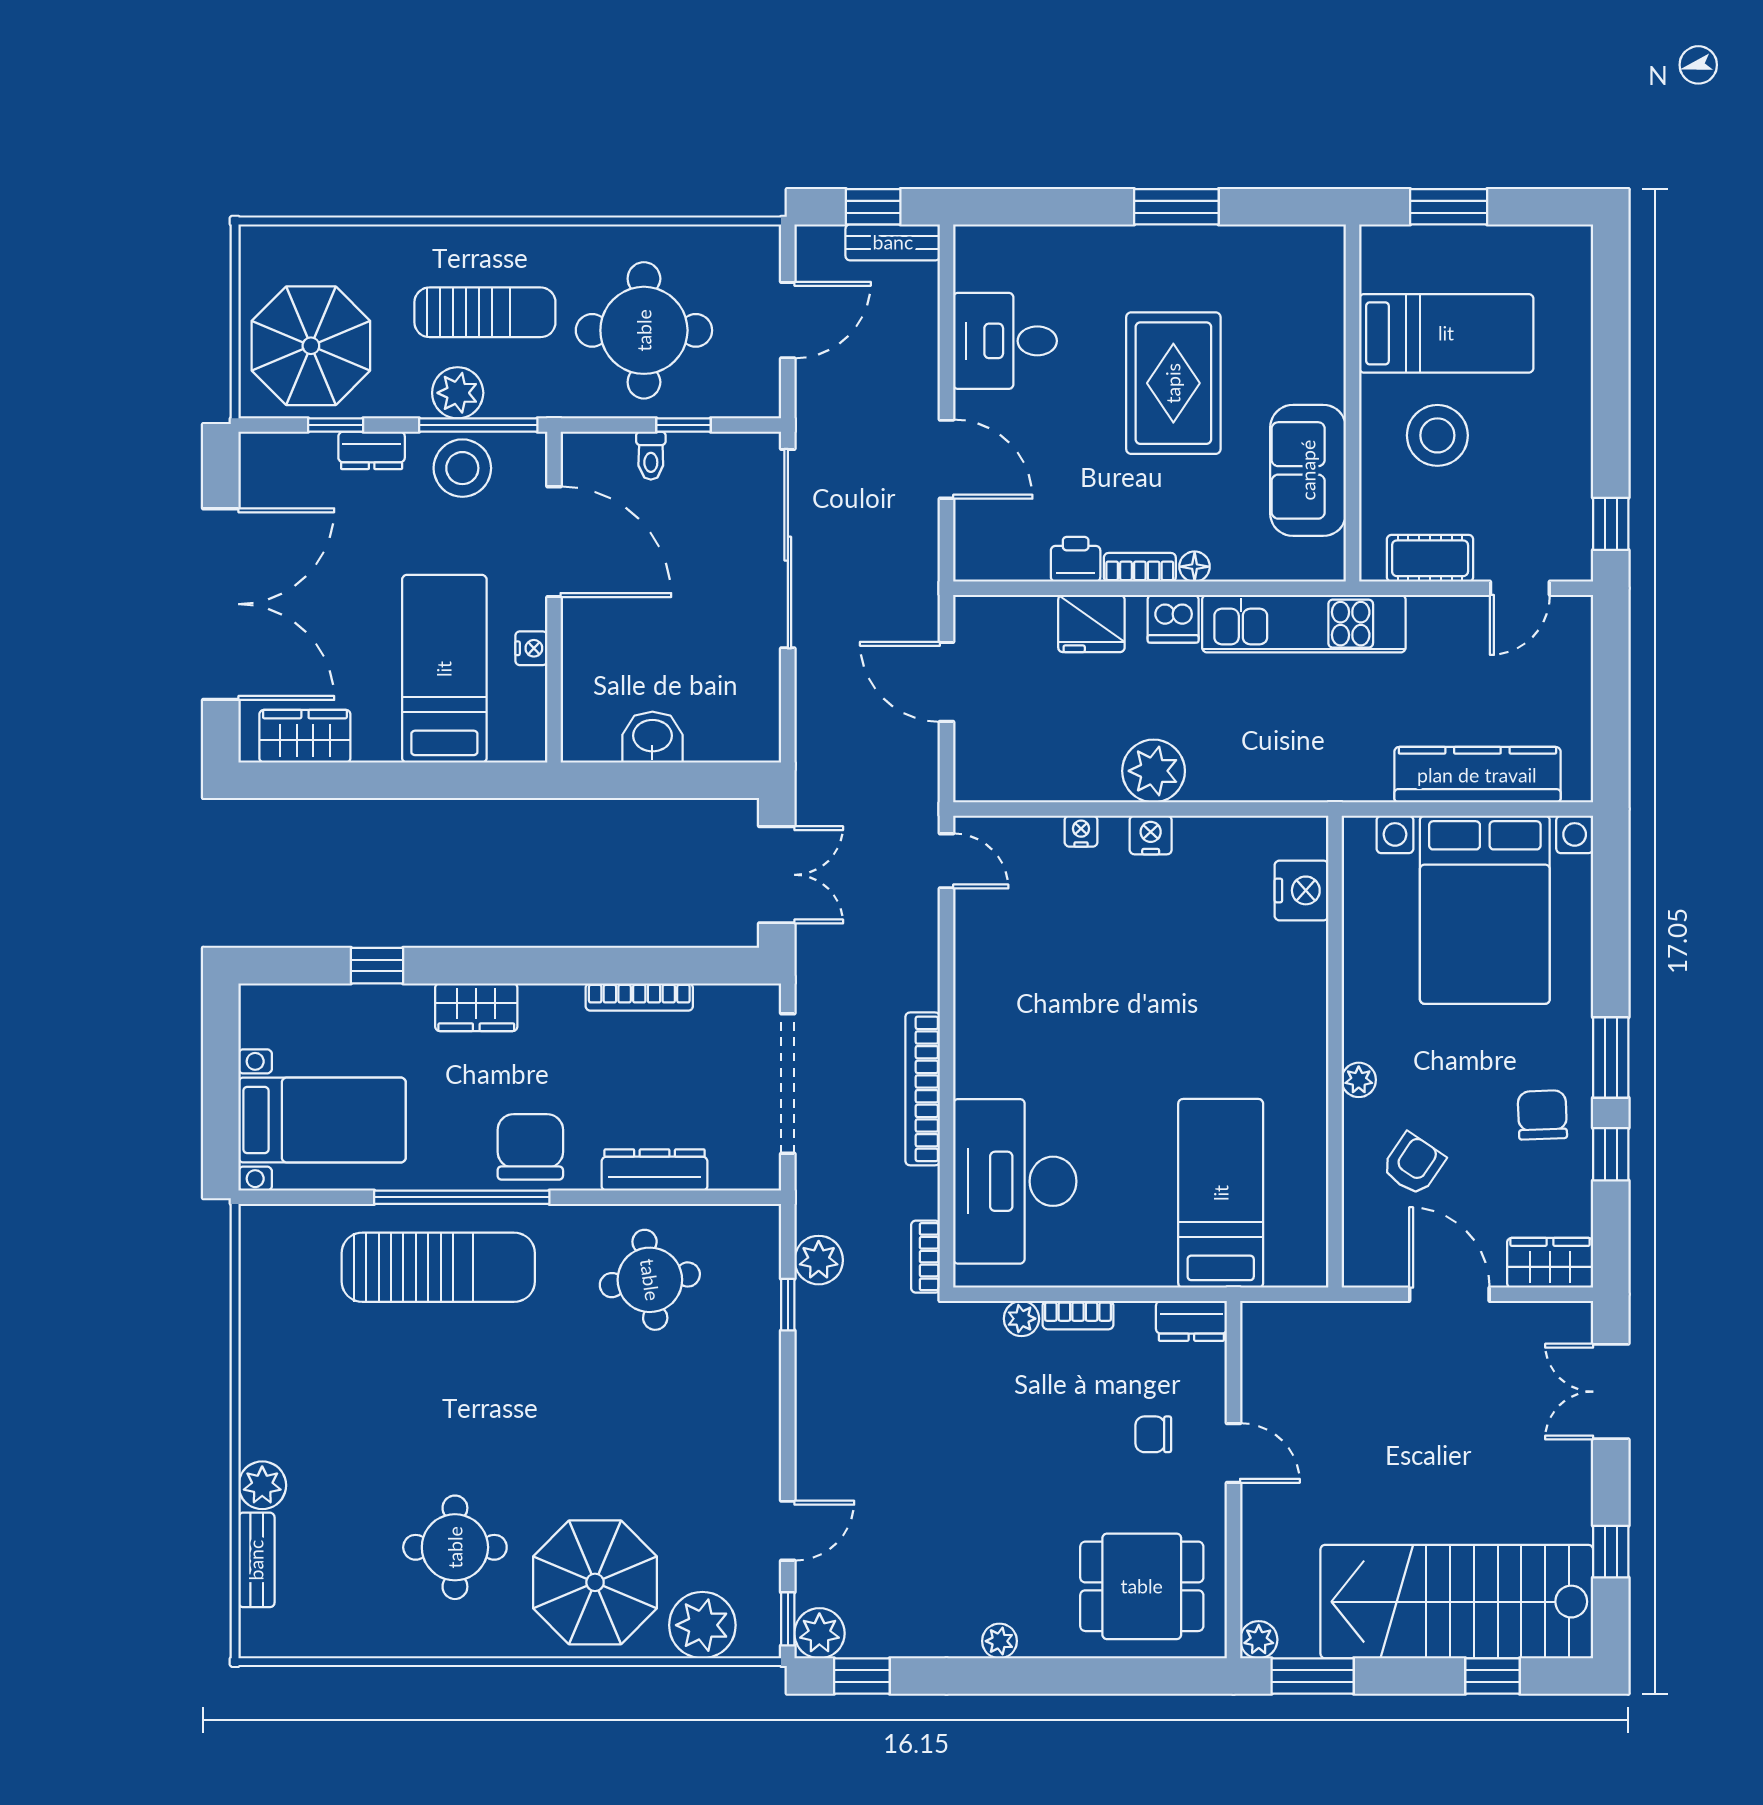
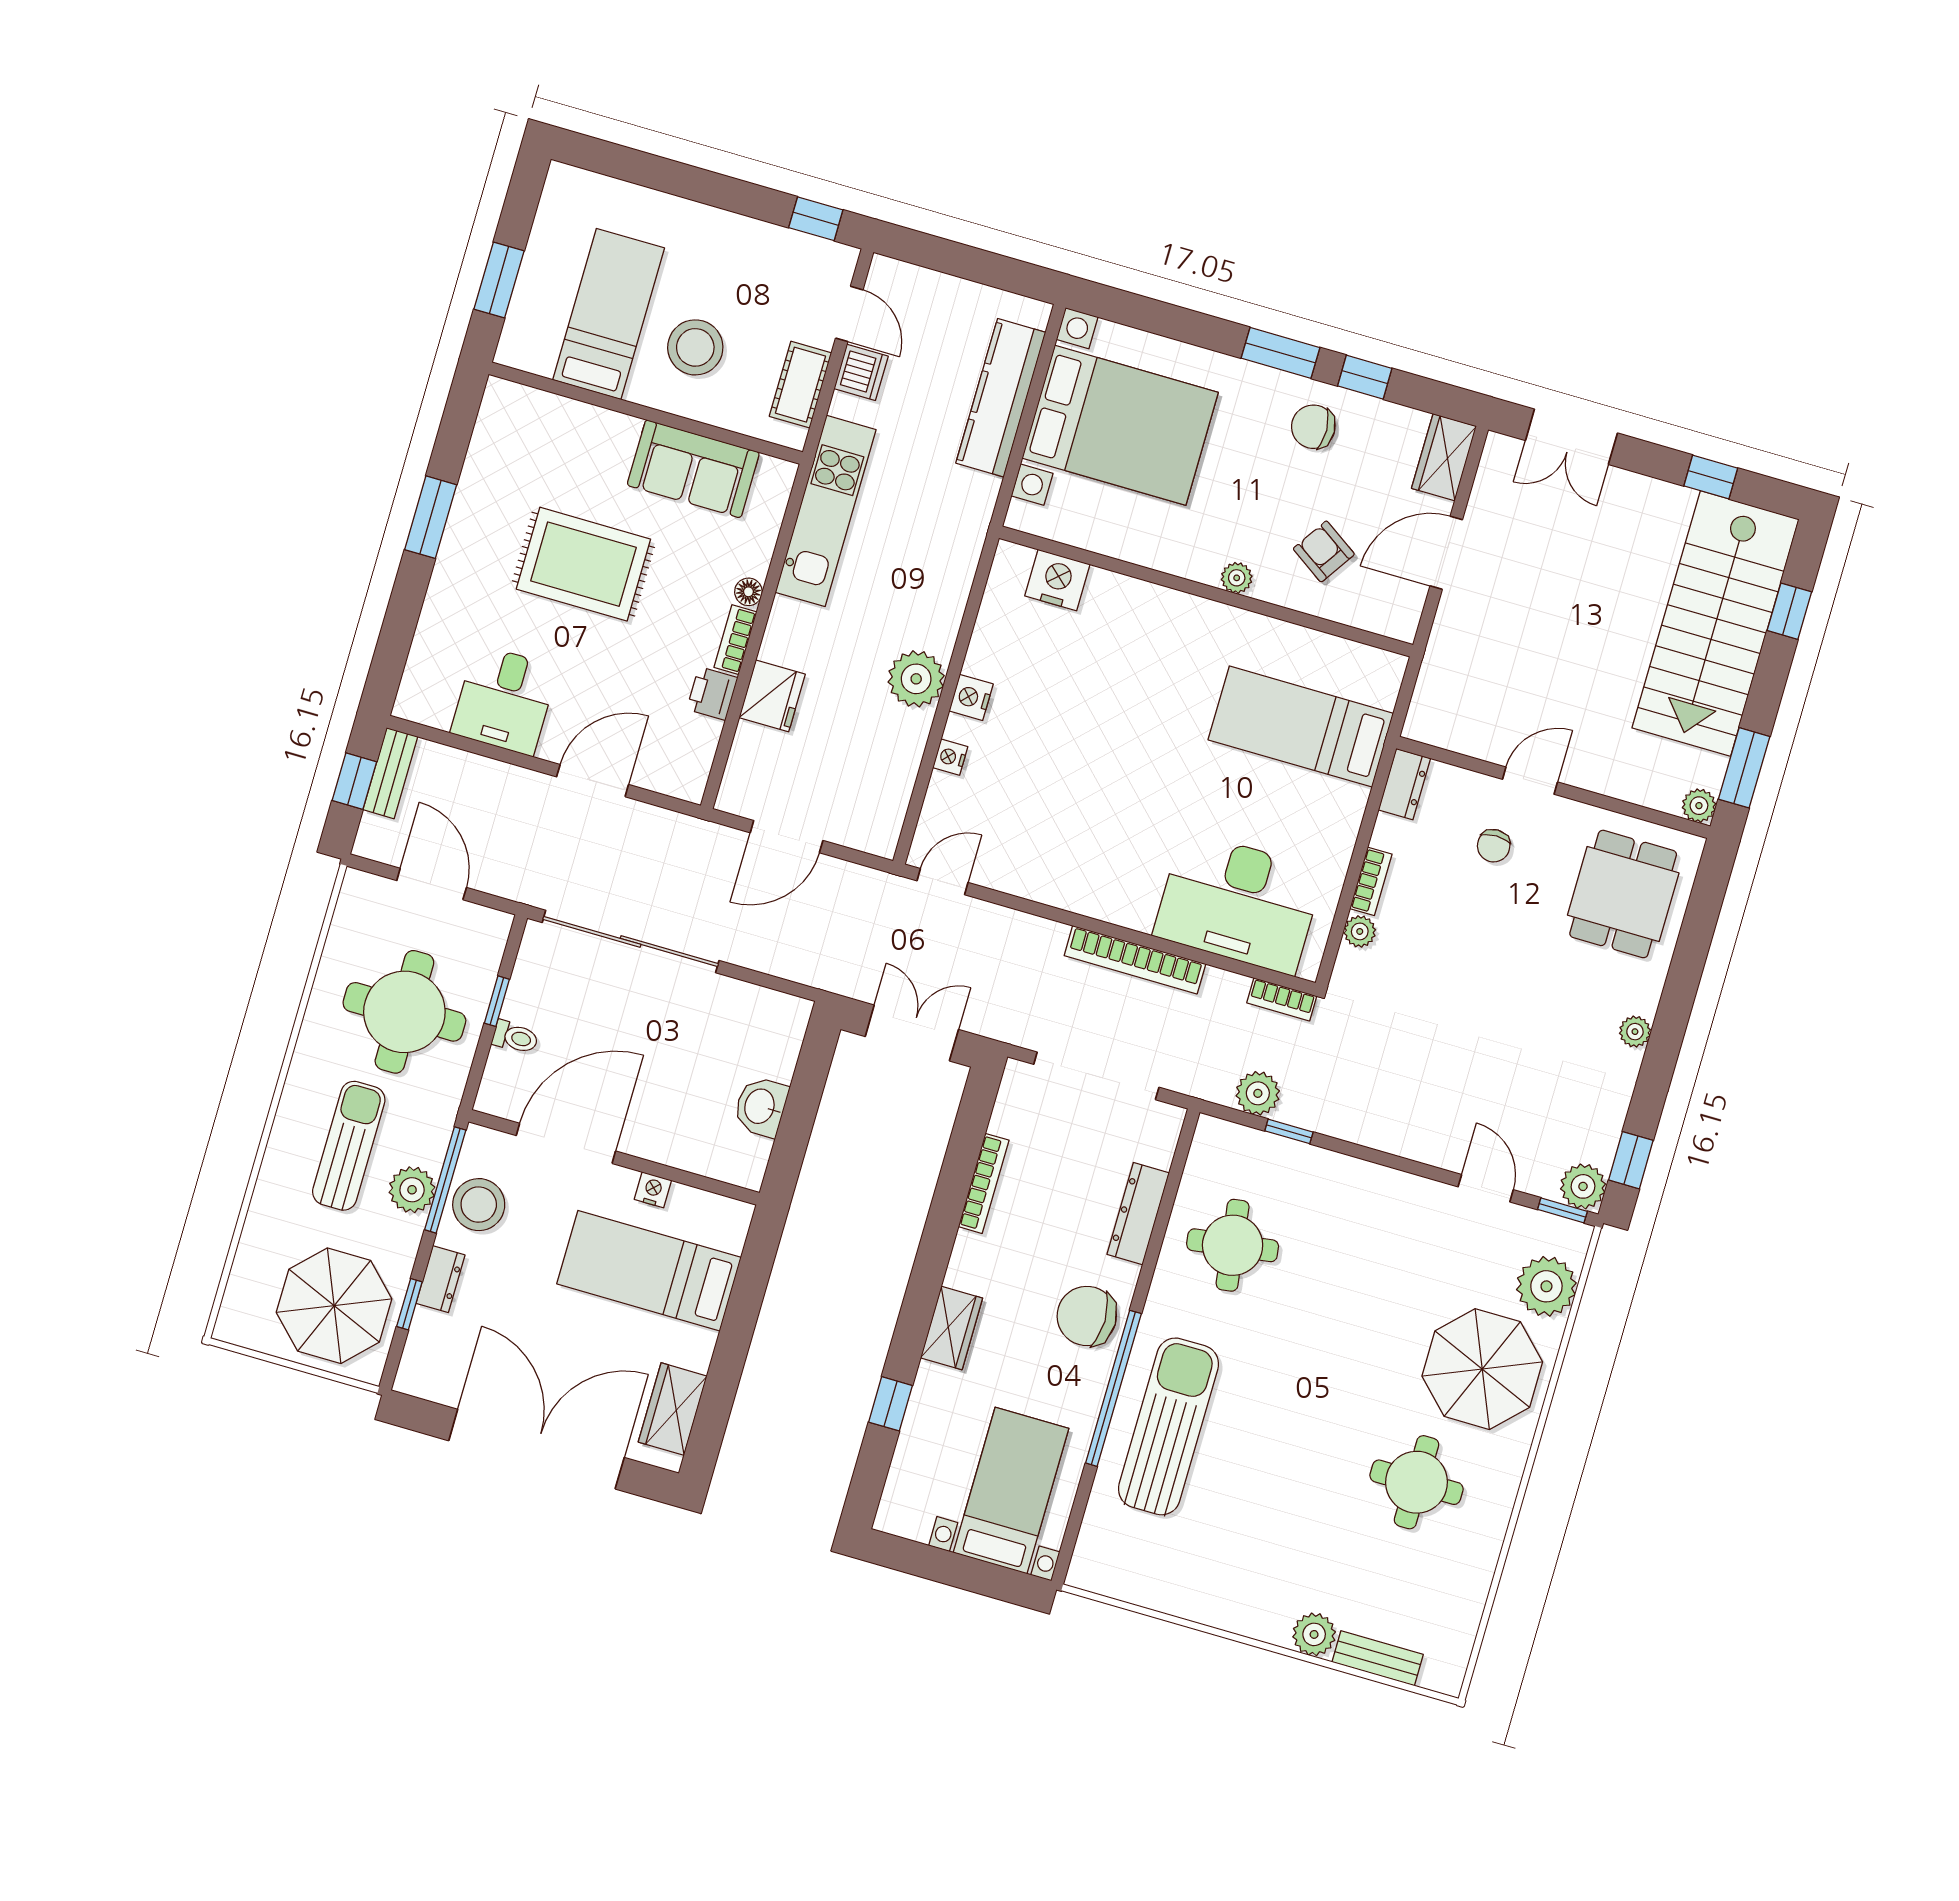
dishwasher: (1173, 619) -> (861, 372), moved

